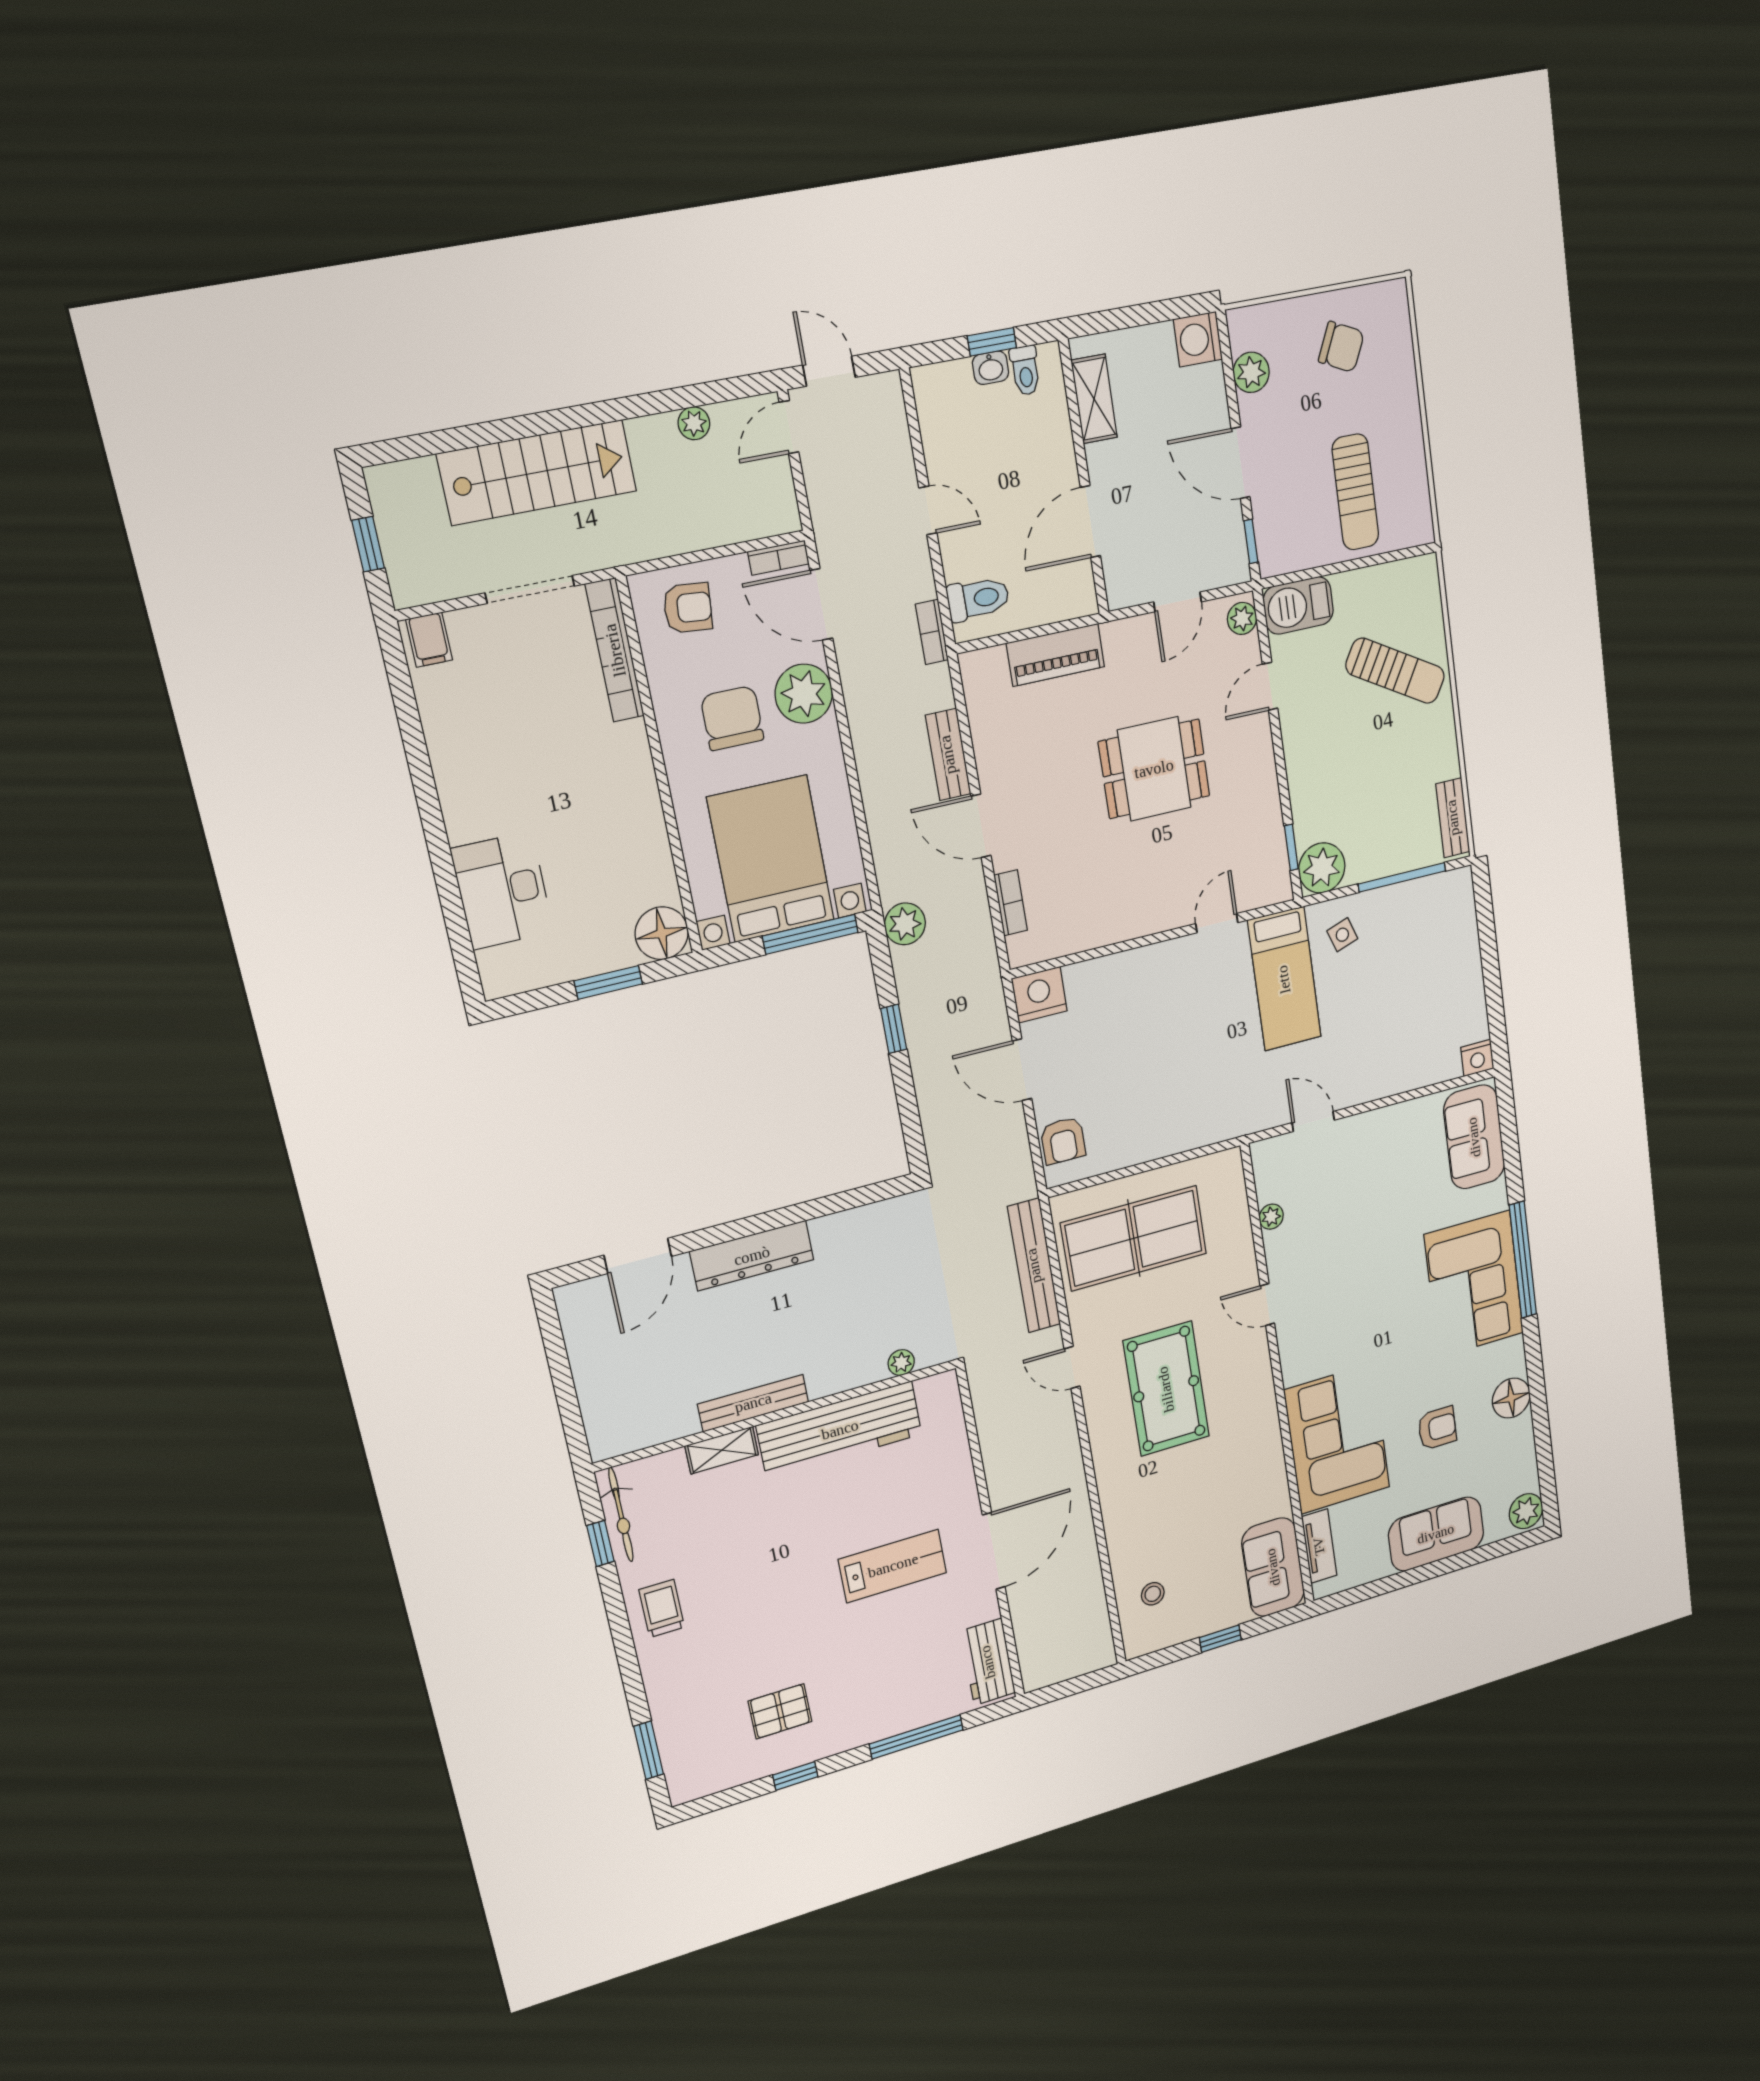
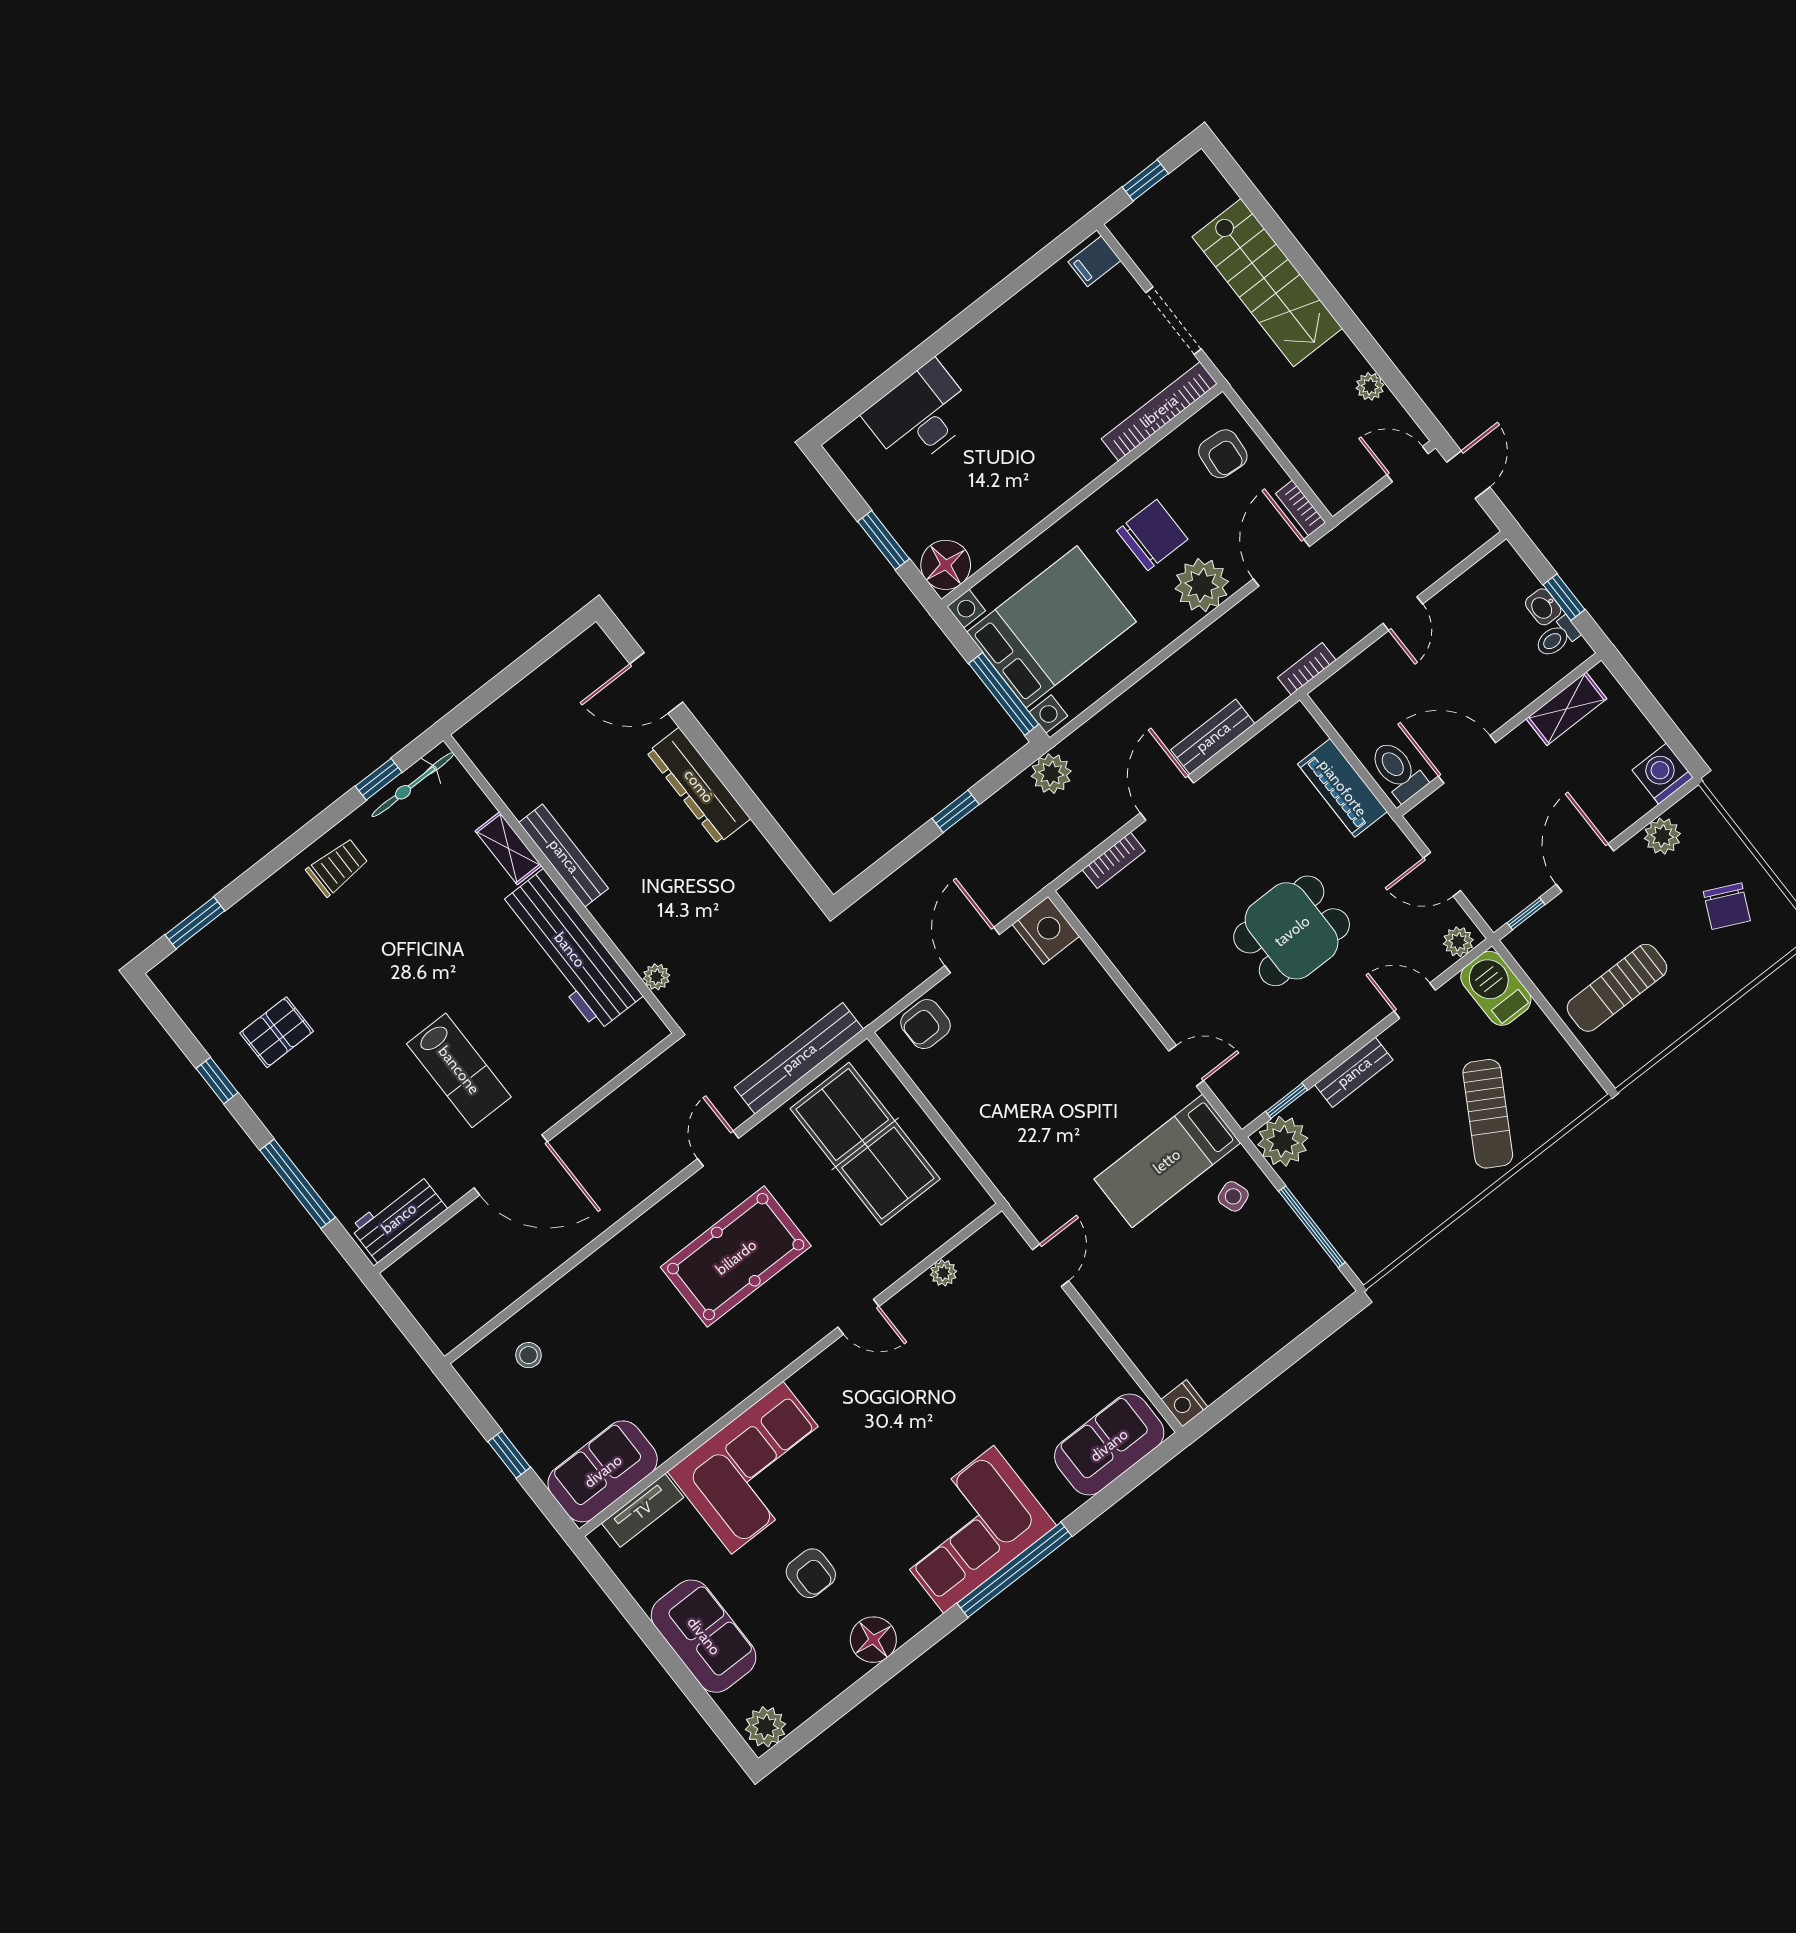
toilet: (978, 599) -> (1398, 771), moved, turned 180
dining table: (1154, 769) -> (1292, 931), turned 90
bench: (1453, 818) -> (1354, 1072), moved
door: (1267, 1305) -> (858, 1317), swing flipped
pallet: (780, 1711) -> (277, 1032), turned 90

